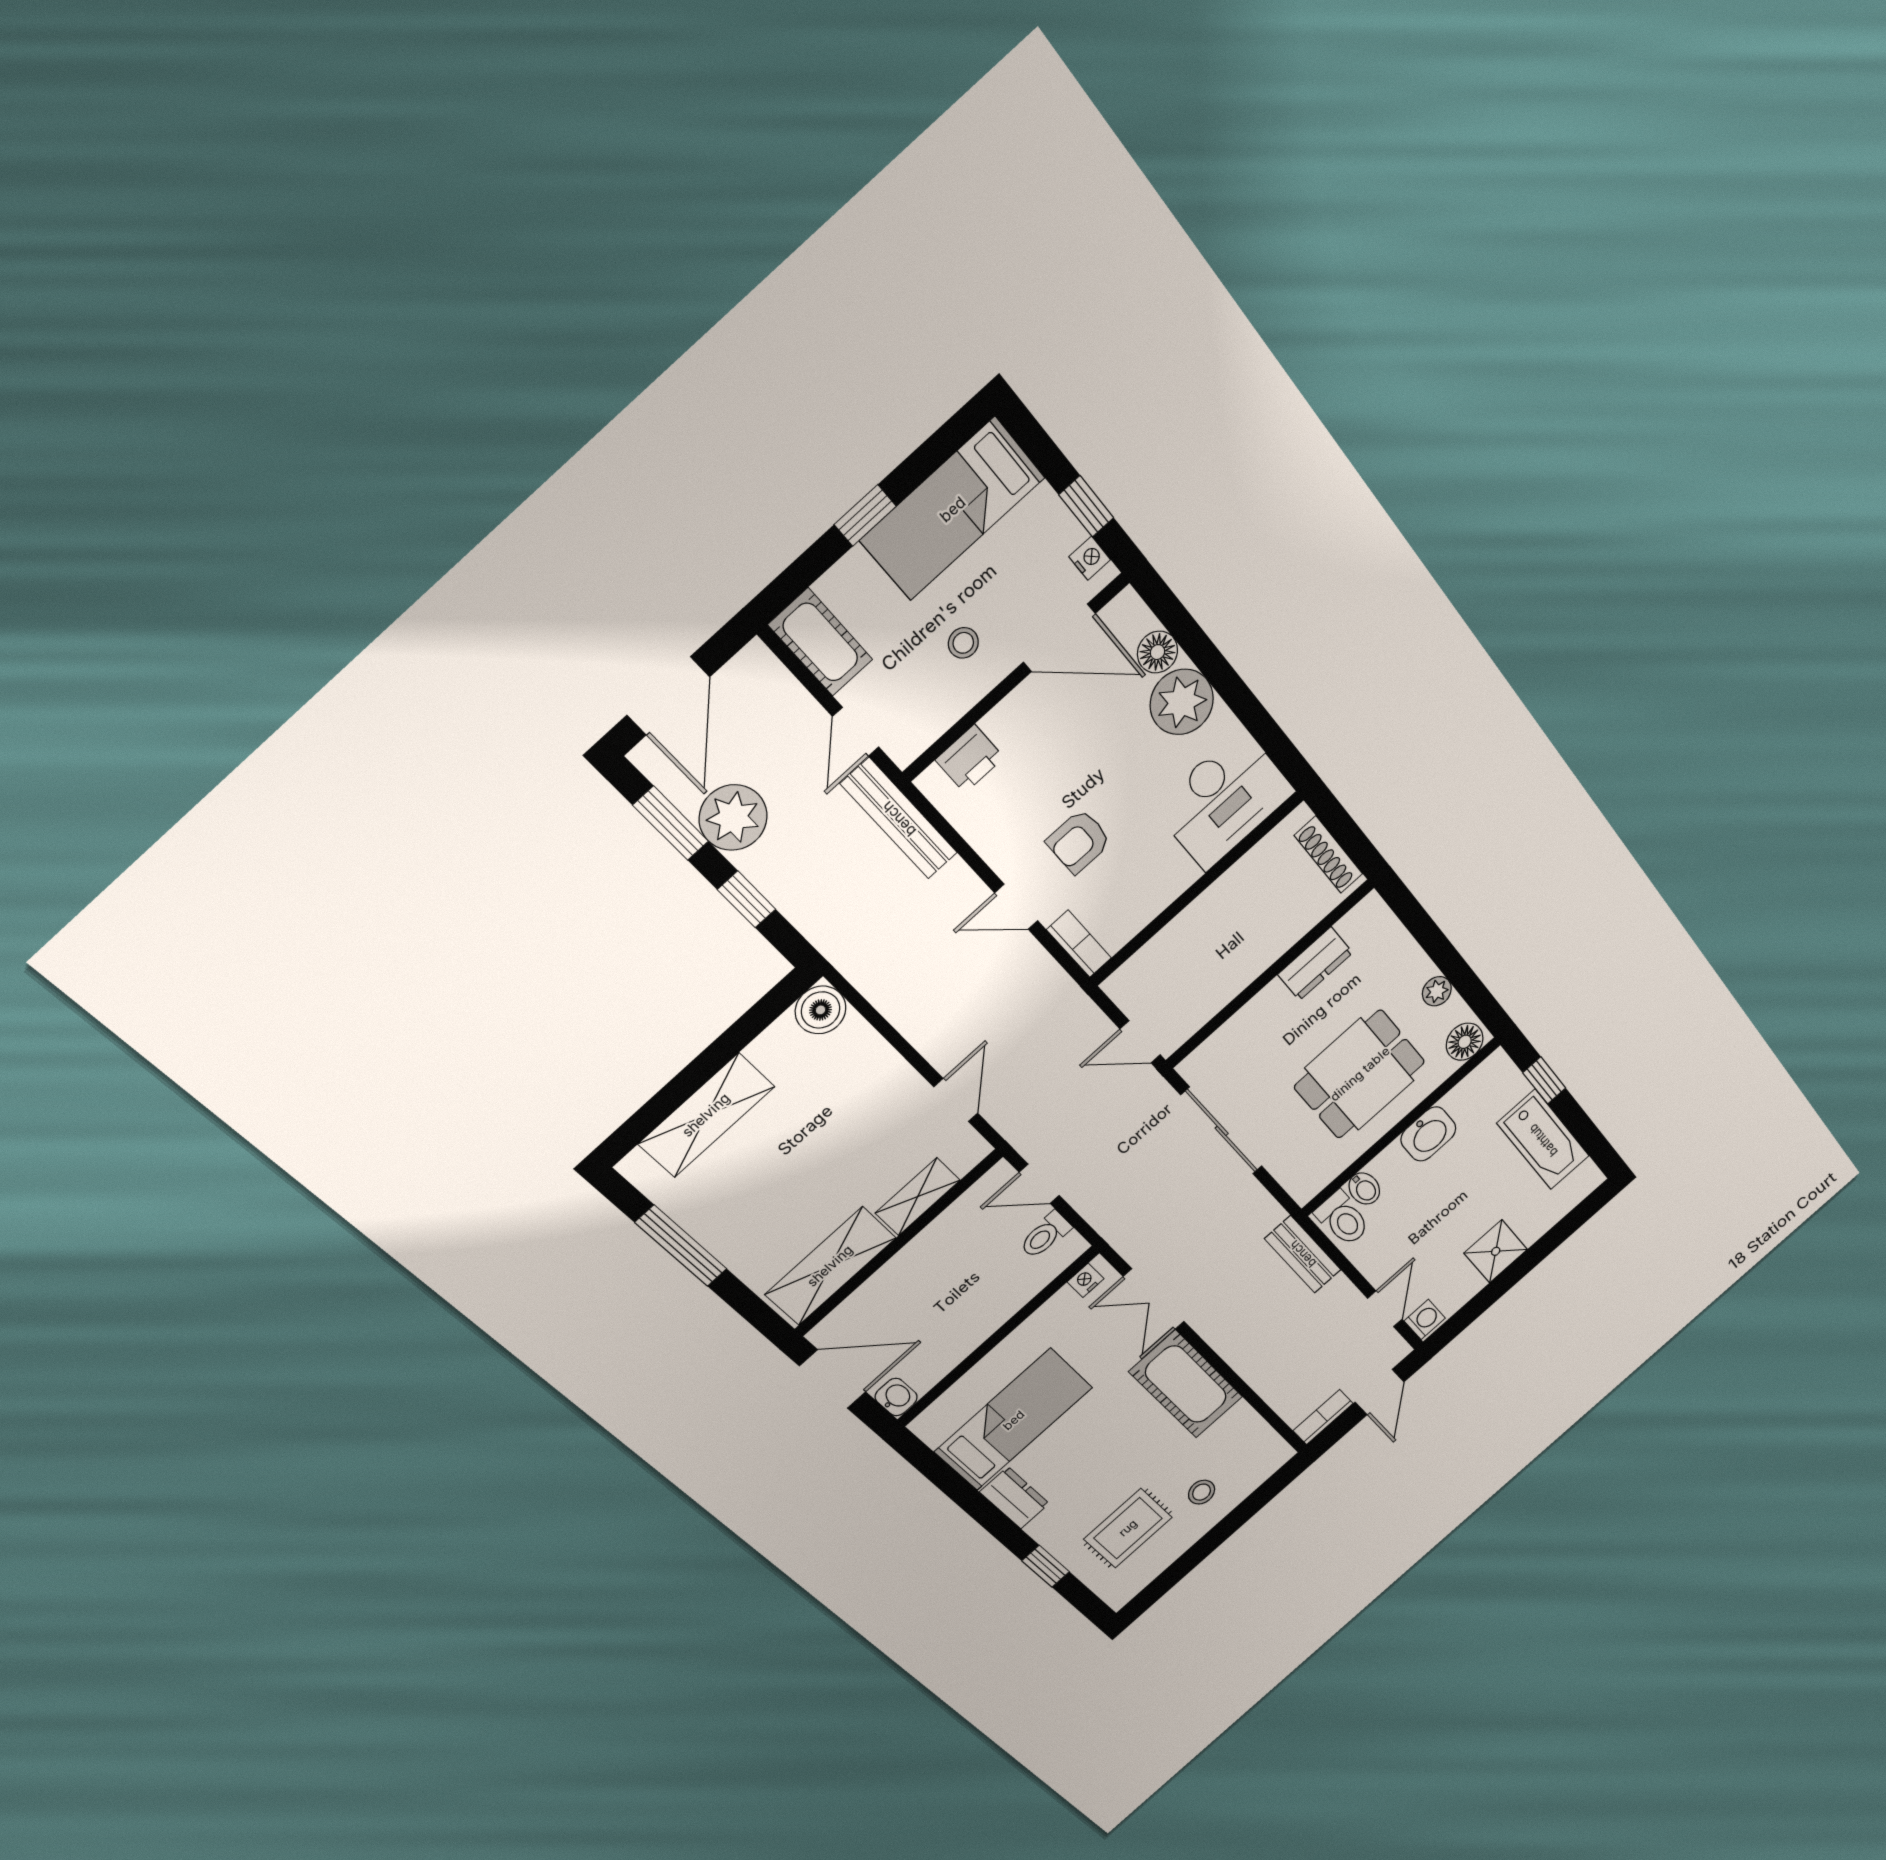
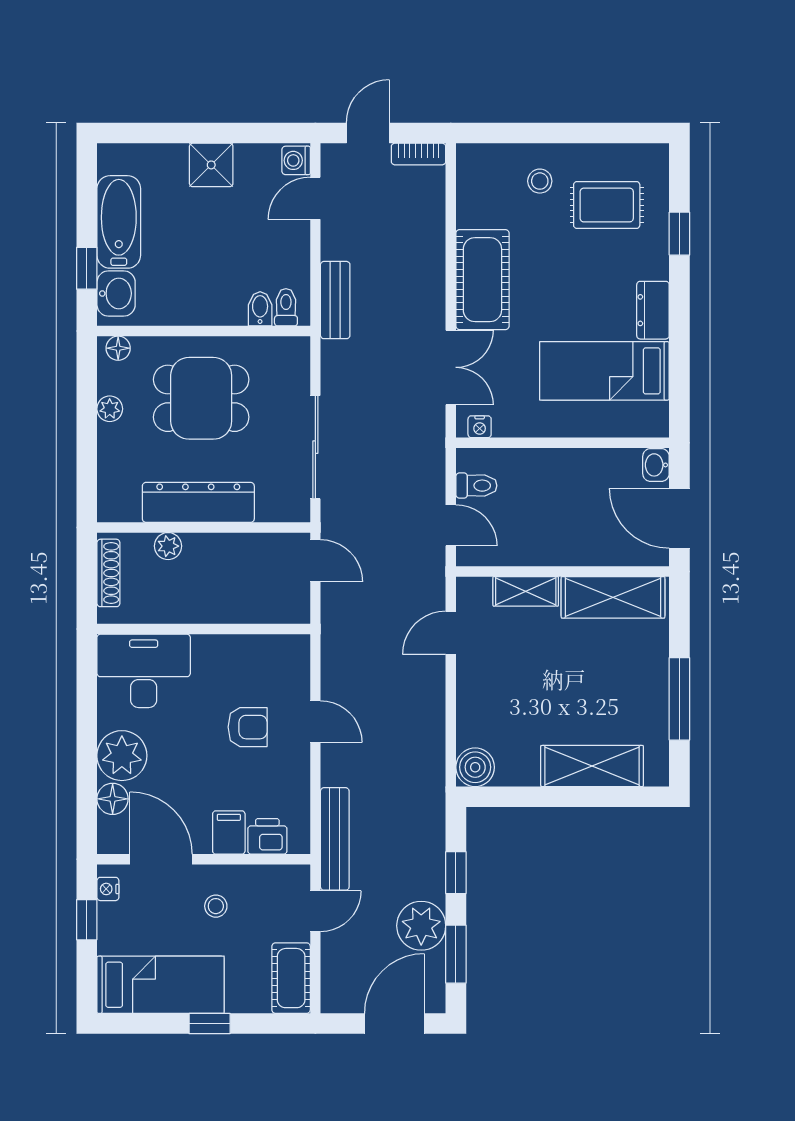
filing cabinet: (1012, 727) -> (229, 833), added
plant: (1290, 929) -> (168, 546), added
bookcase: (1079, 944) -> (299, 662), removed
dresser: (1315, 964) -> (198, 502), width x1.96, depth x1.24
floor lamp: (1465, 1042) -> (118, 348), width x0.73, depth x0.73
washbasin: (1428, 1134) -> (116, 293), moved, turned 90
toilet: (1343, 1219) -> (286, 307), width x0.73, depth x0.72

